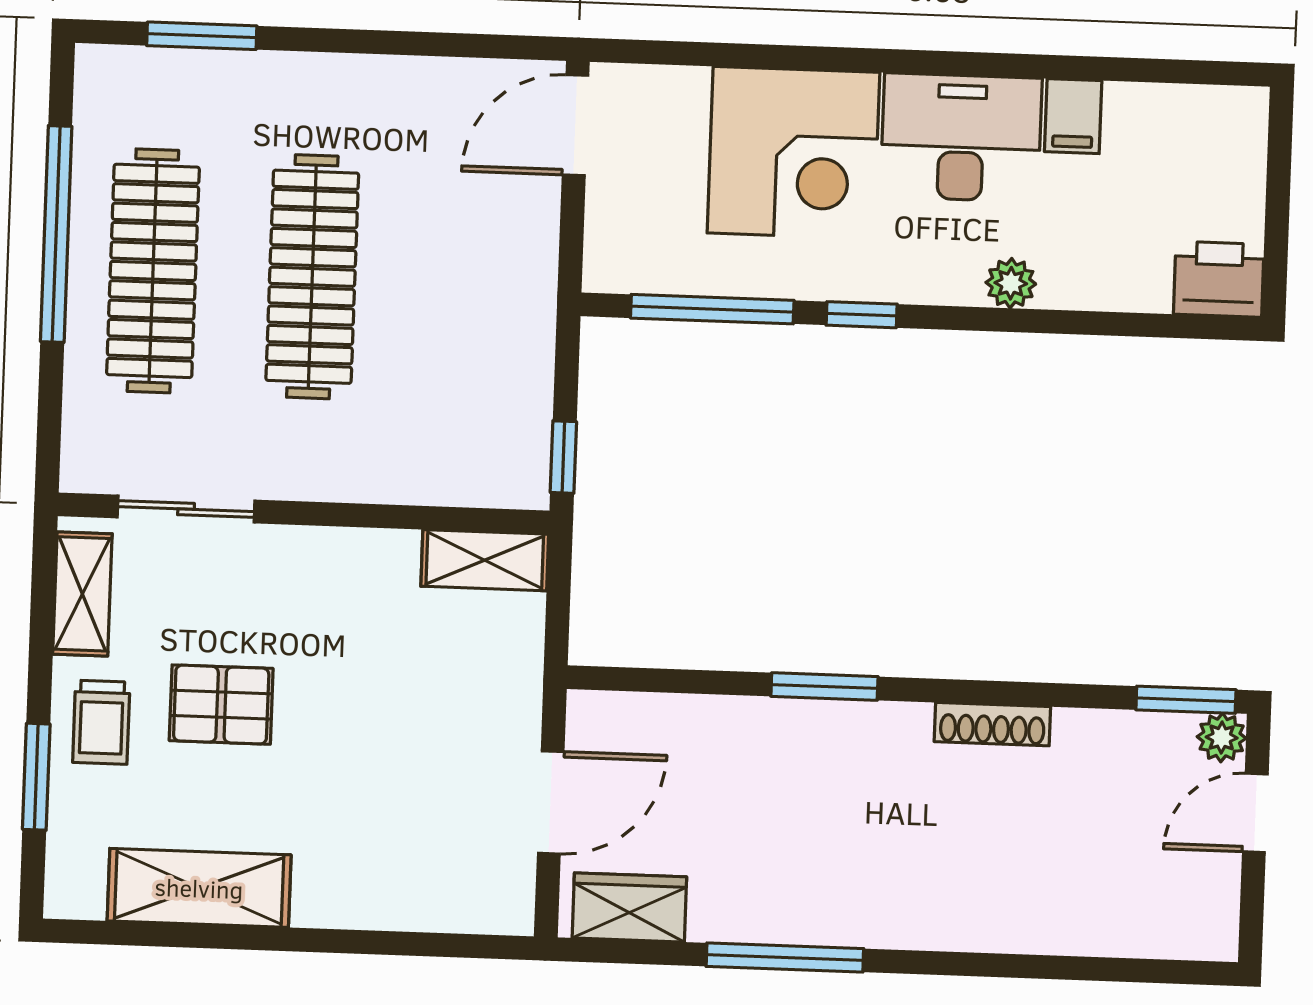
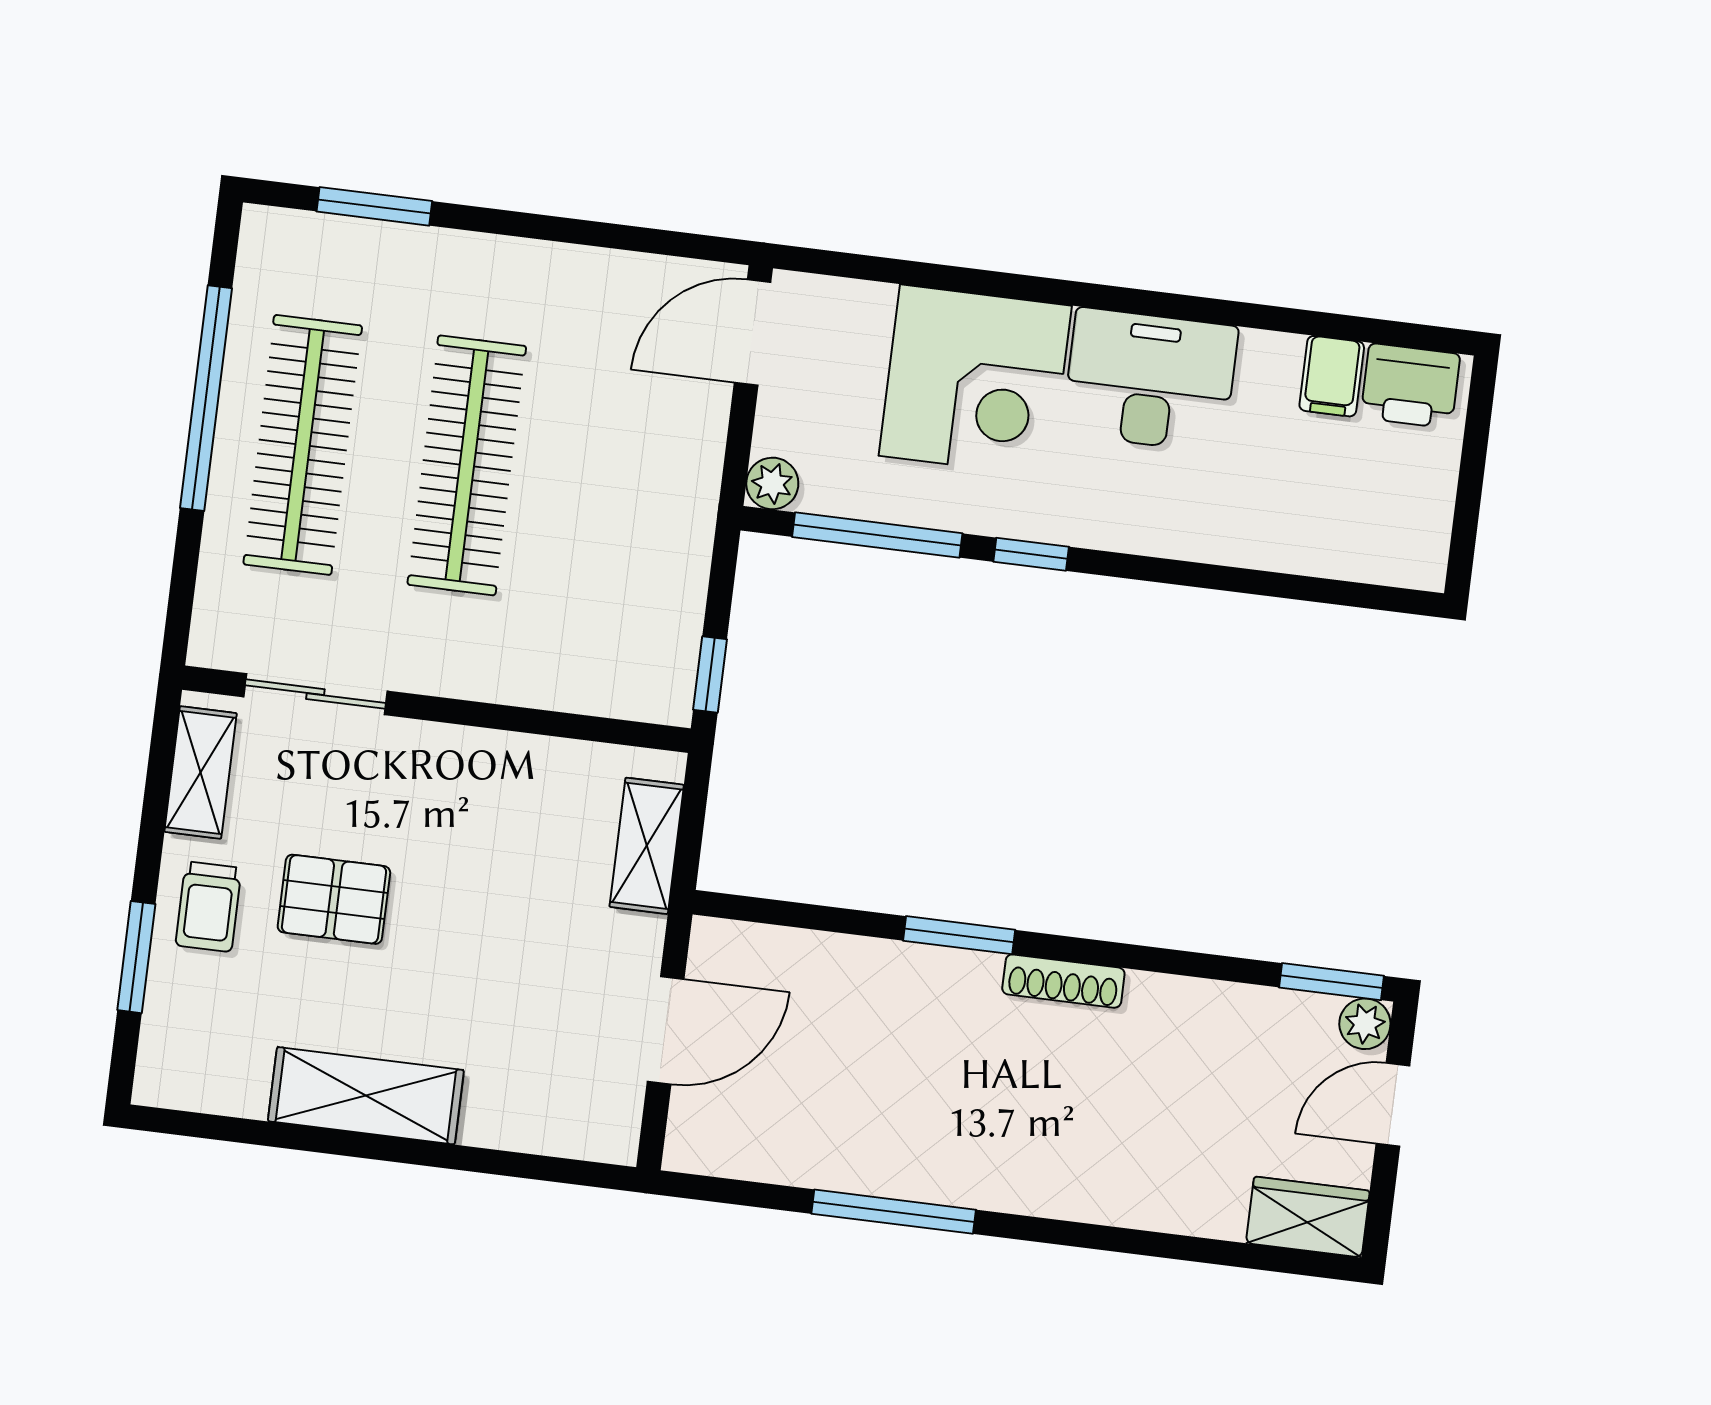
filing cabinet: (1073, 116) -> (1332, 376), moved
printer: (1219, 279) -> (1410, 386), moved, turned 180
plant: (1011, 283) -> (772, 483), moved
shelving: (485, 560) -> (647, 846), moved, turned 90
shoe rack: (992, 724) -> (1063, 981), moved
shelving: (199, 888) -> (366, 1096), moved
wardrobe: (629, 907) -> (1308, 1217), moved

